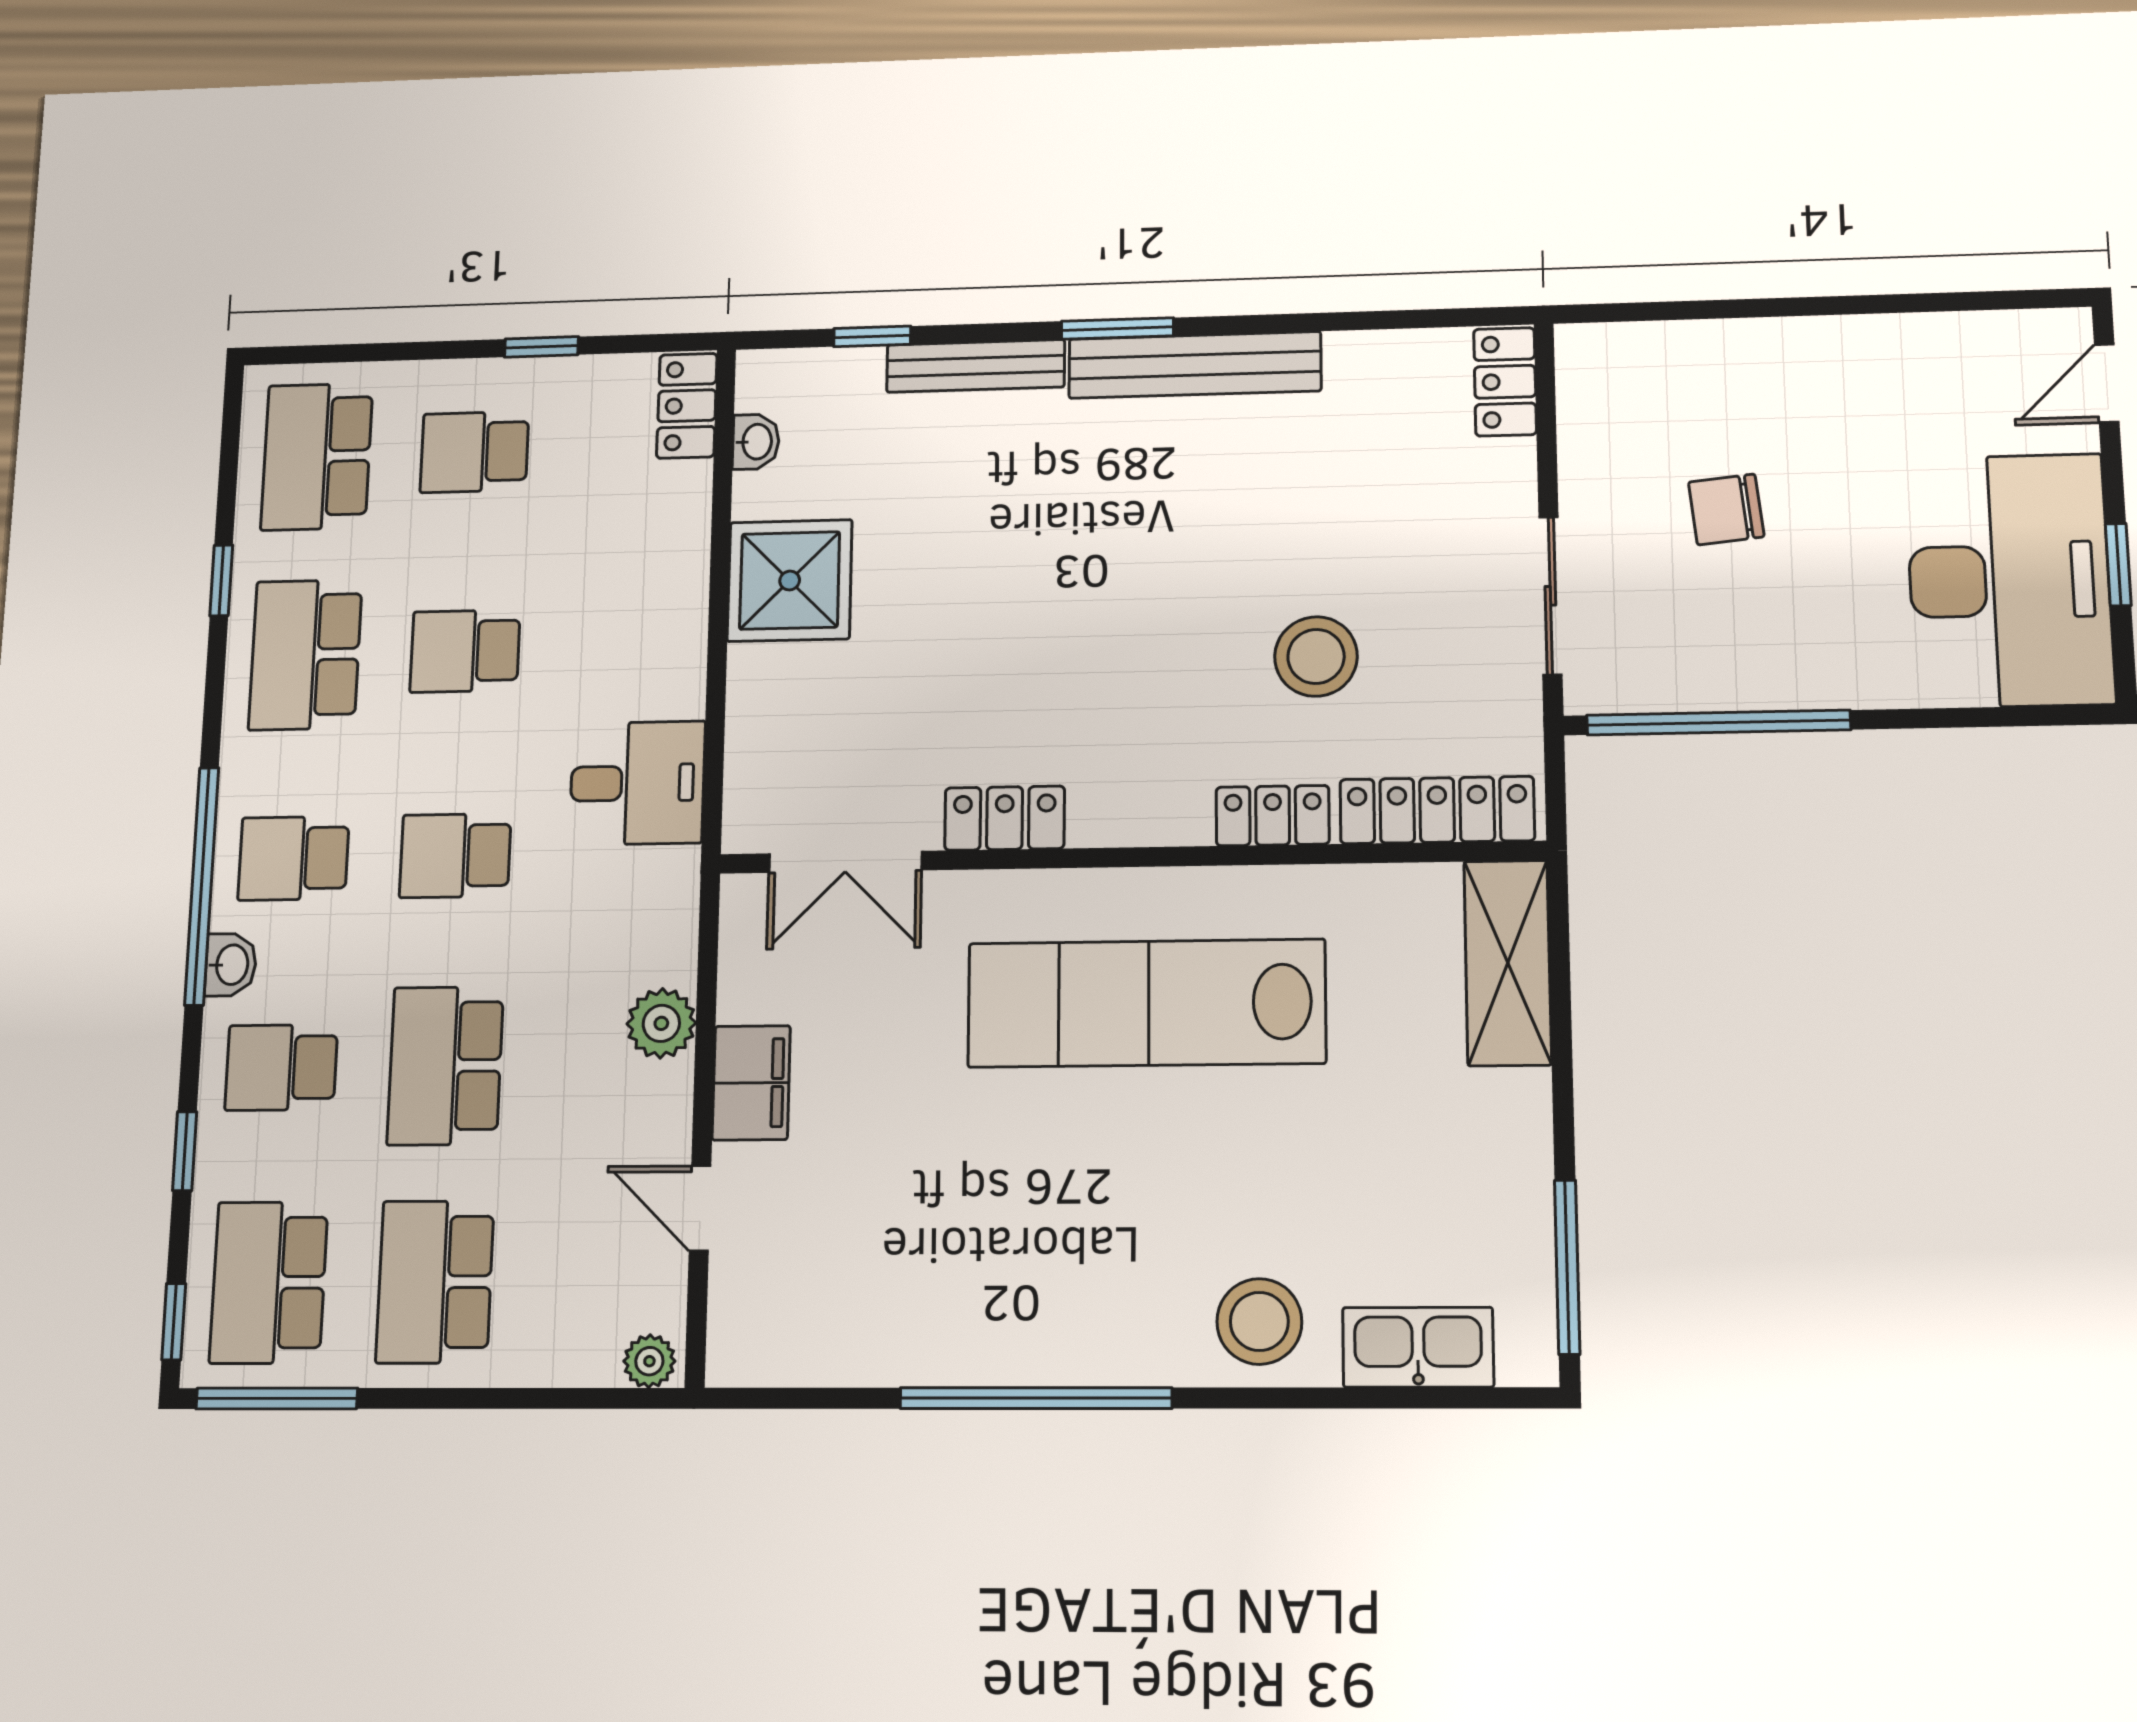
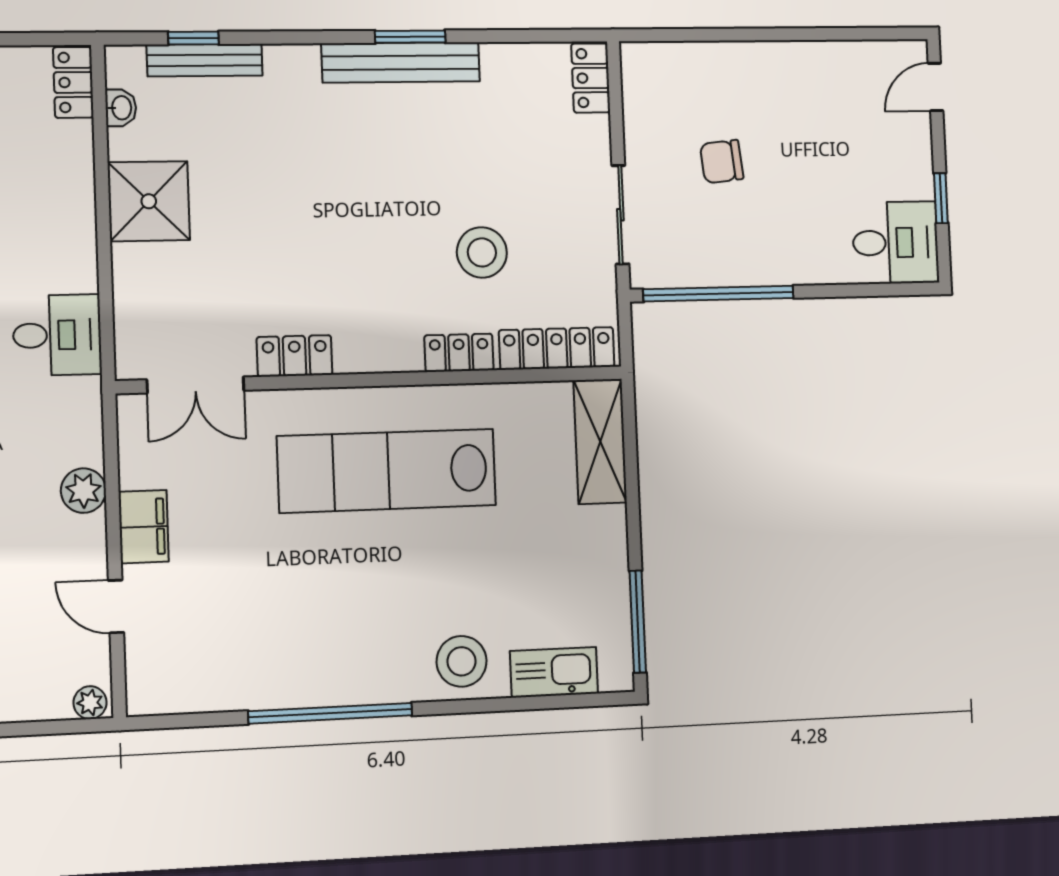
window: (1117, 328) -> (410, 37), moved
bench: (976, 366) -> (205, 60), moved
desk: (2009, 580) -> (895, 243), width x0.53, depth x0.77

